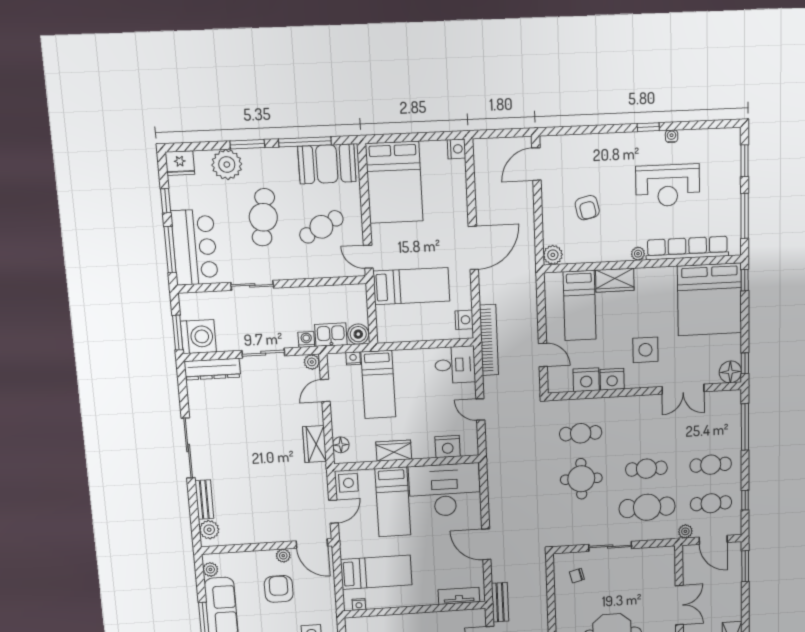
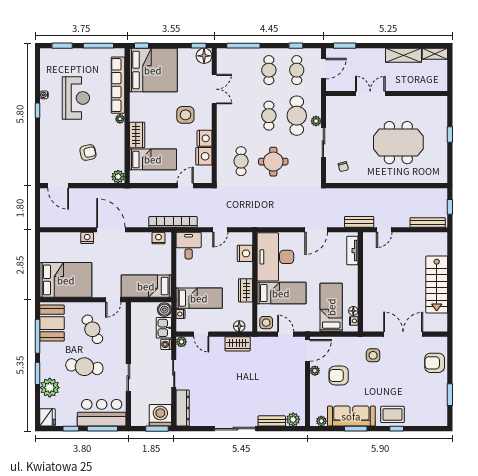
nightstand: (456, 149) -> (87, 238), moved
bed: (411, 286) -> (146, 286), moved, turned -90
plant: (685, 531) -> (316, 121), moved
floor lamp: (373, 603) -> (353, 311), added

